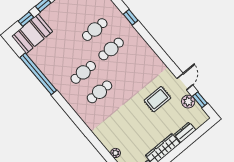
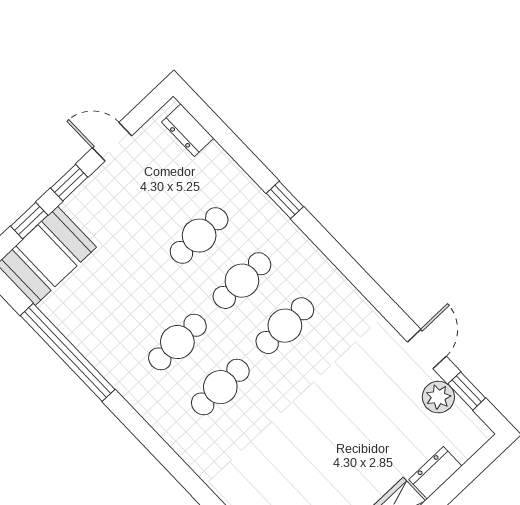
cafe table: (127, 68) -> (285, 326), added
rug: (157, 99) -> (363, 396), removed

